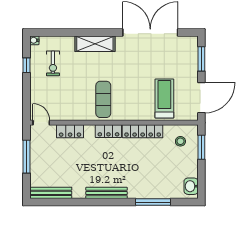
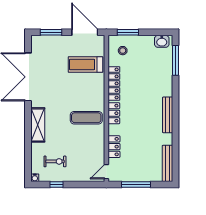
window: (153, 202) -> (176, 60), moved

